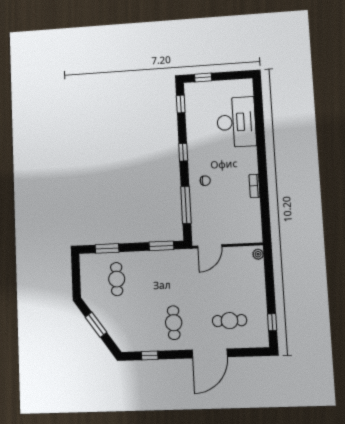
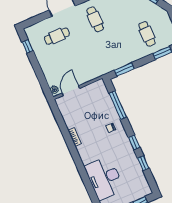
window: (181, 104) -> (143, 163), moved
door: (210, 246) -> (71, 91), moved

